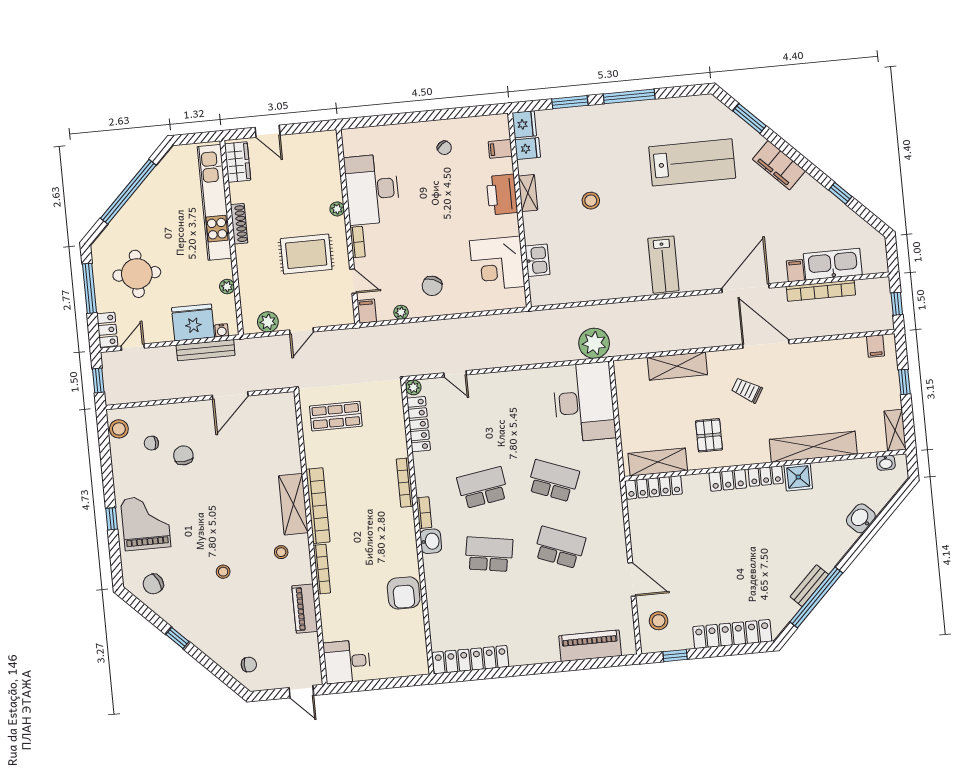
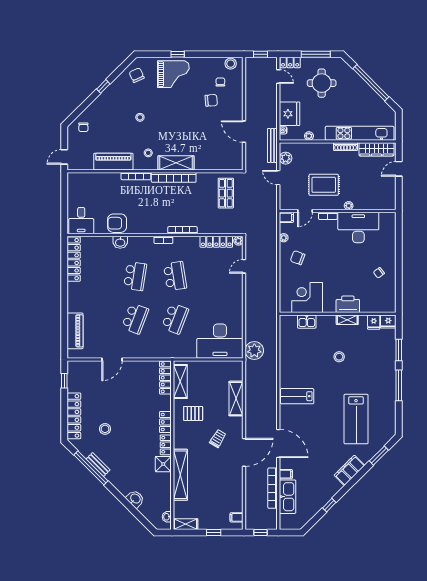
filing cabinet: (500, 149) -> (375, 306), removed
wardrobe: (238, 162) -> (376, 149), width x1.50
rug: (306, 254) -> (324, 185), turned 90
bench: (206, 350) -> (272, 146), moved
washbasin: (431, 541) -> (120, 242), moved
piano: (305, 609) -> (113, 162), width x1.37, depth x1.33
stool: (659, 621) -> (105, 429), moved
desk: (347, 662) -> (81, 221), moved, turned 180

